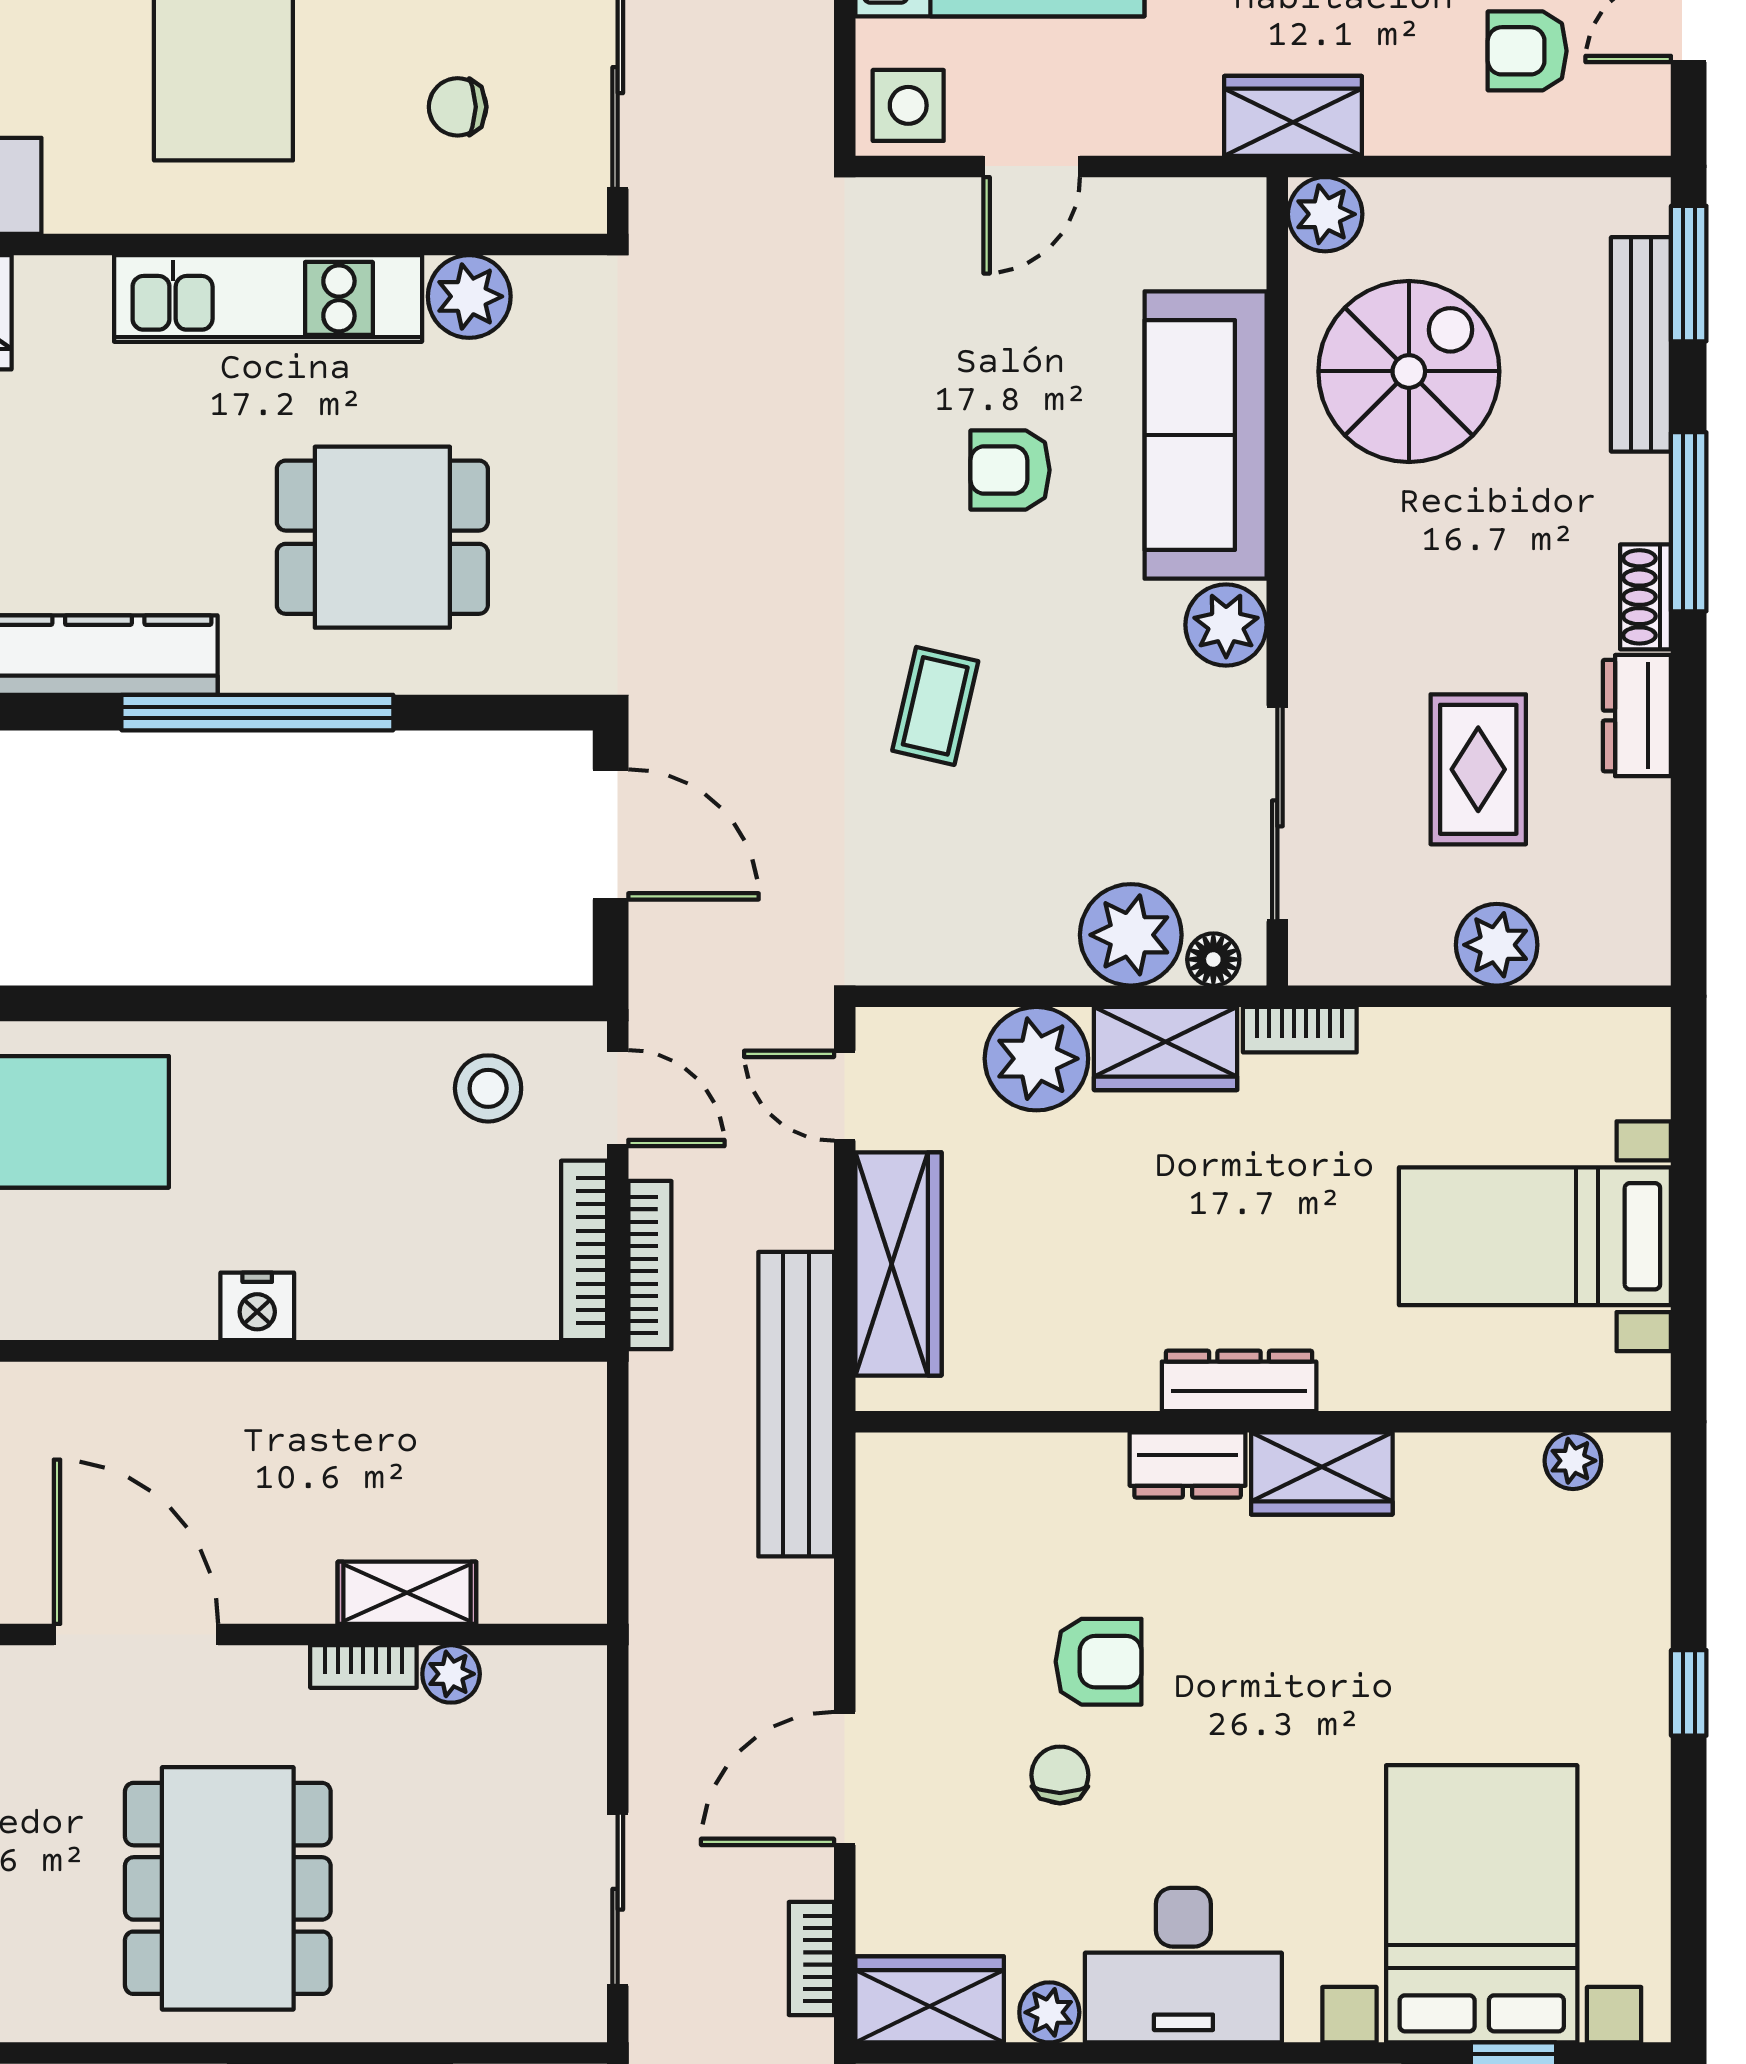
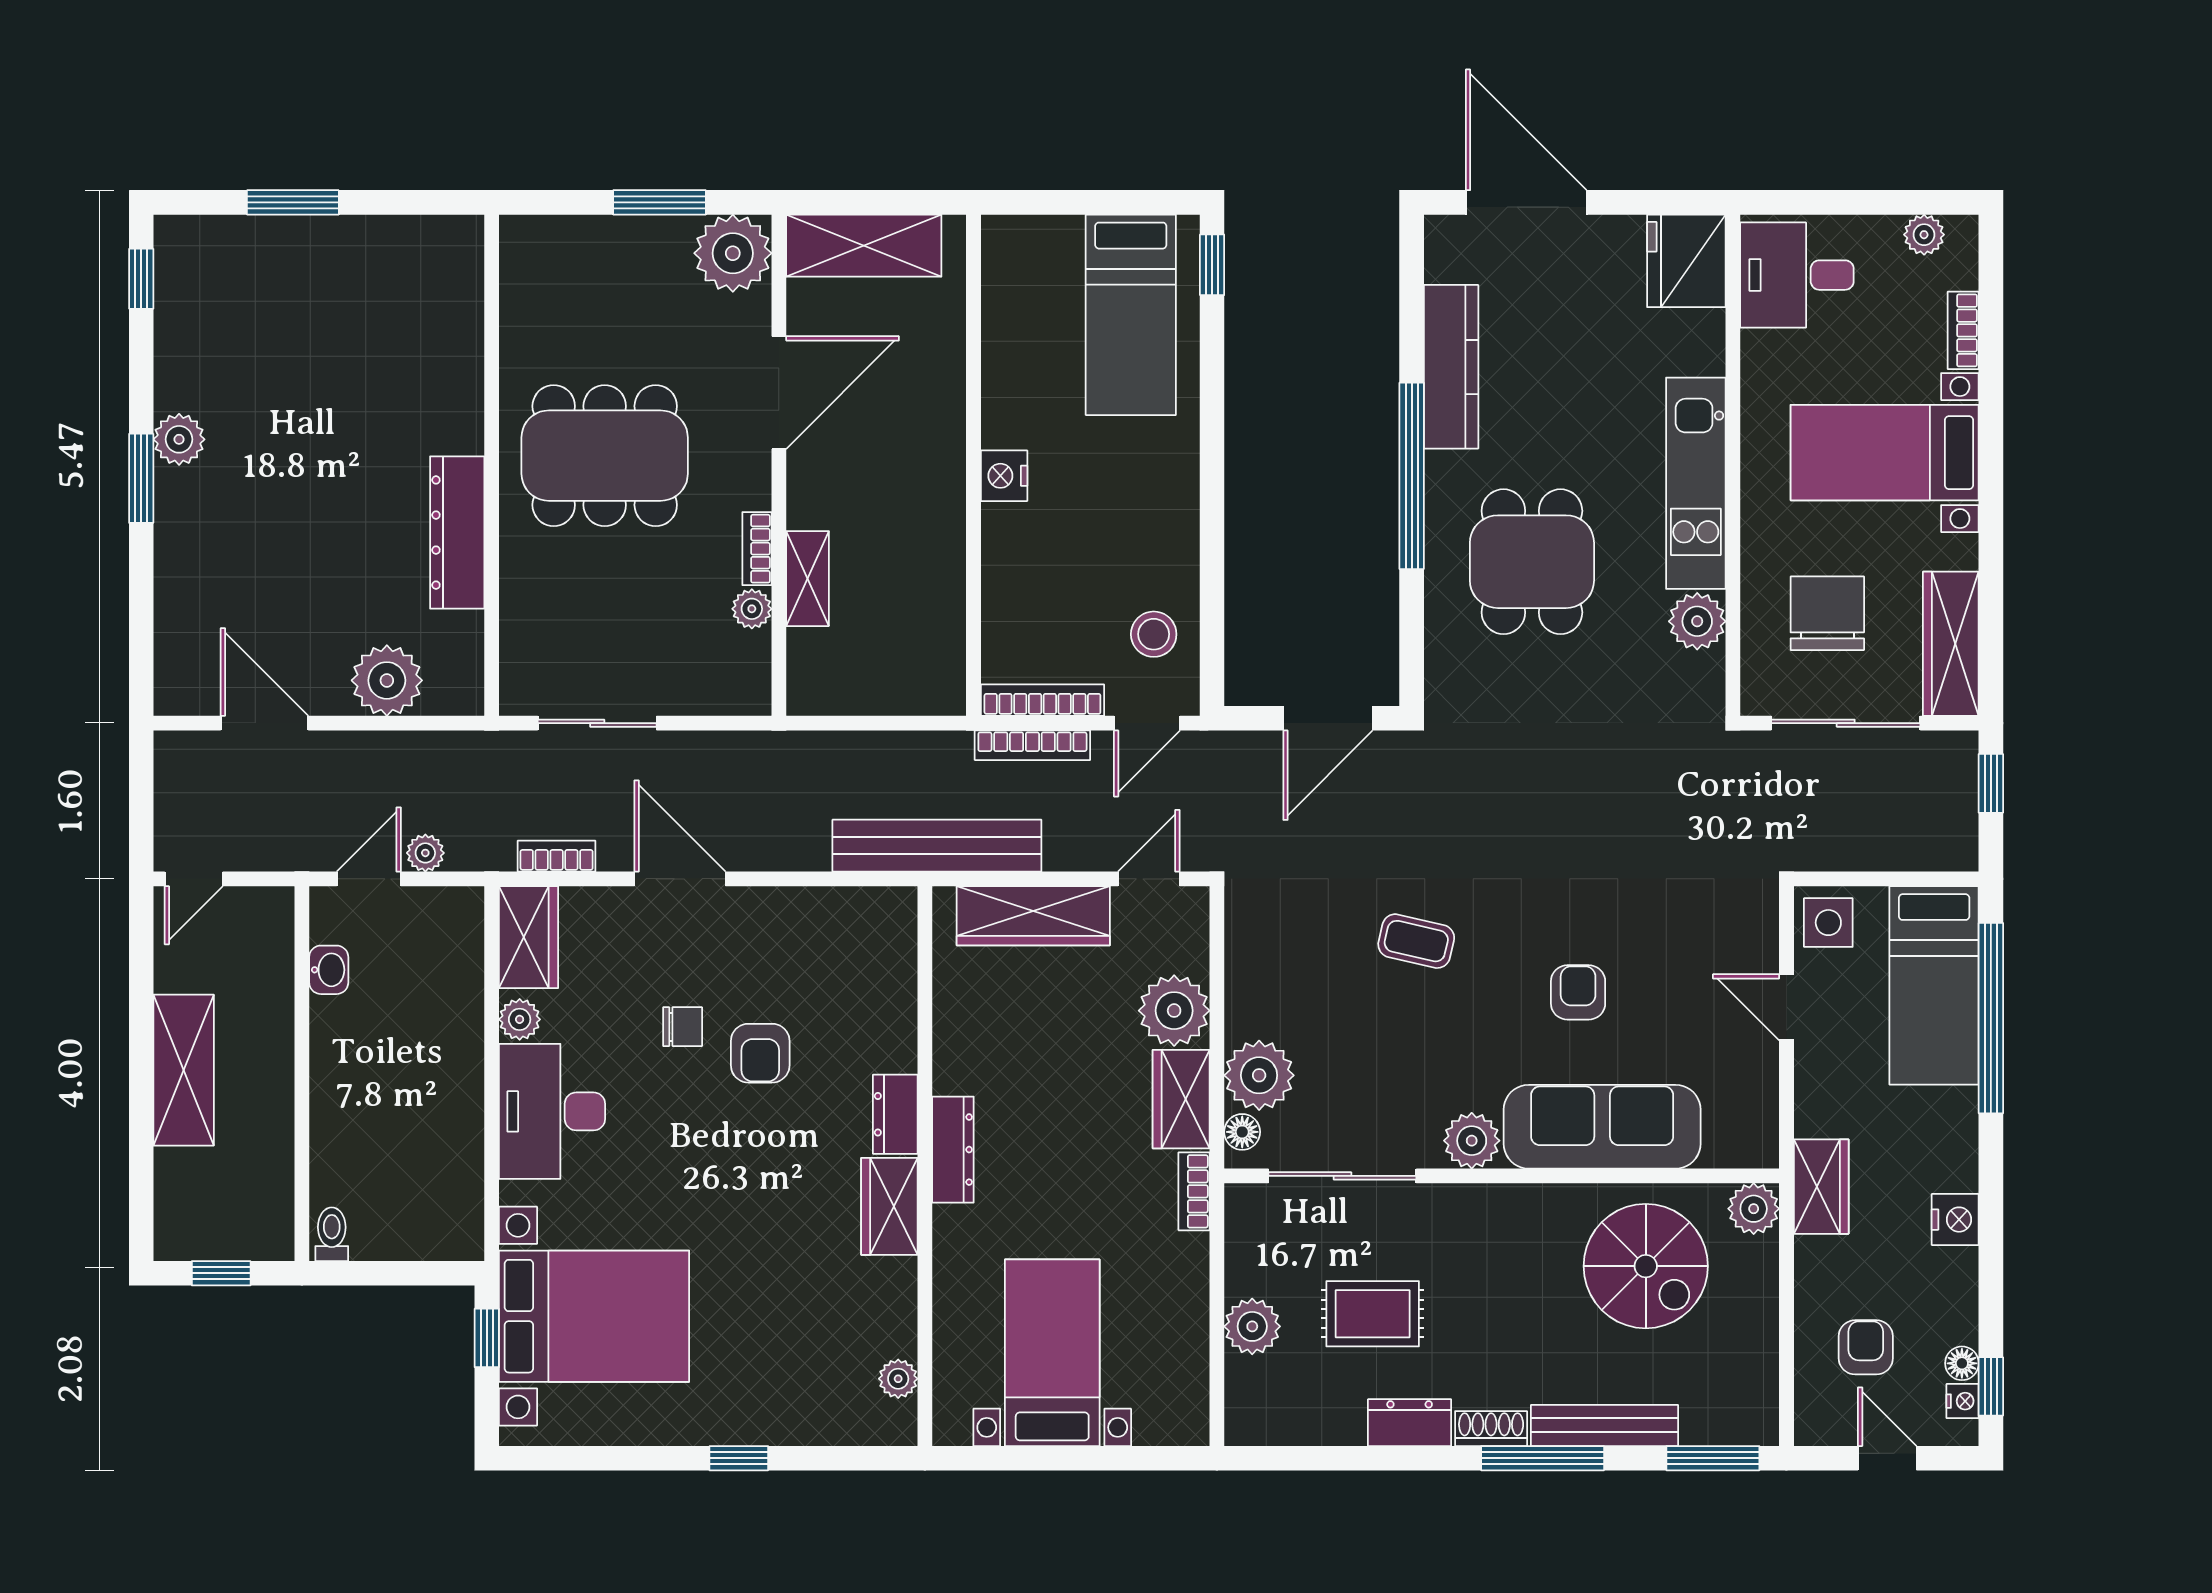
chair: (458, 107) -> (1827, 613), width x1.87, depth x1.87
bench: (1641, 344) -> (1604, 1425), moved

